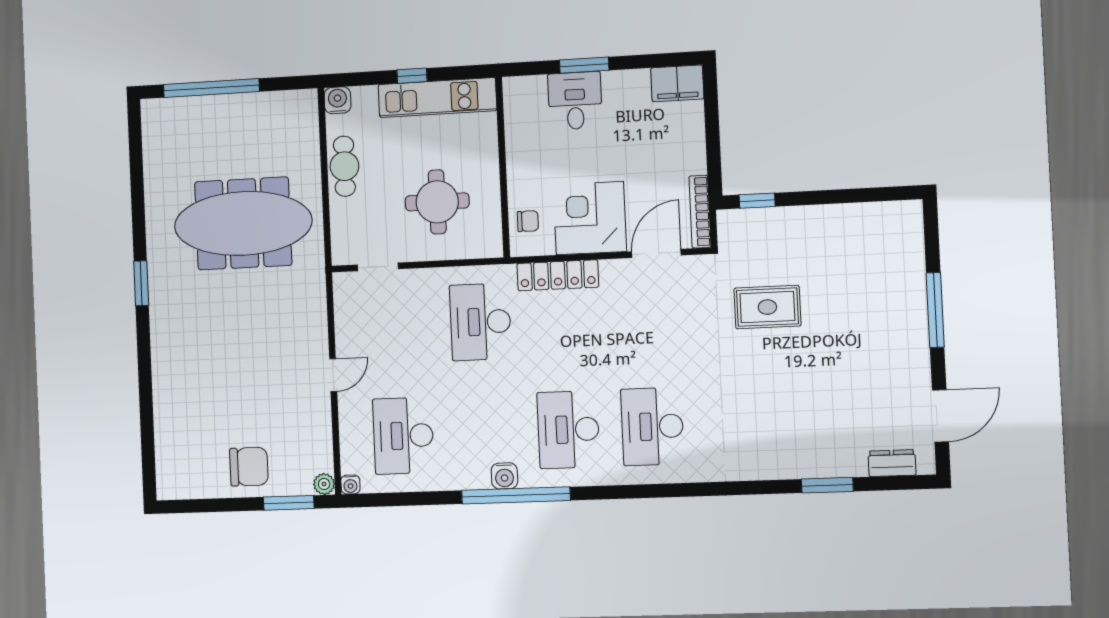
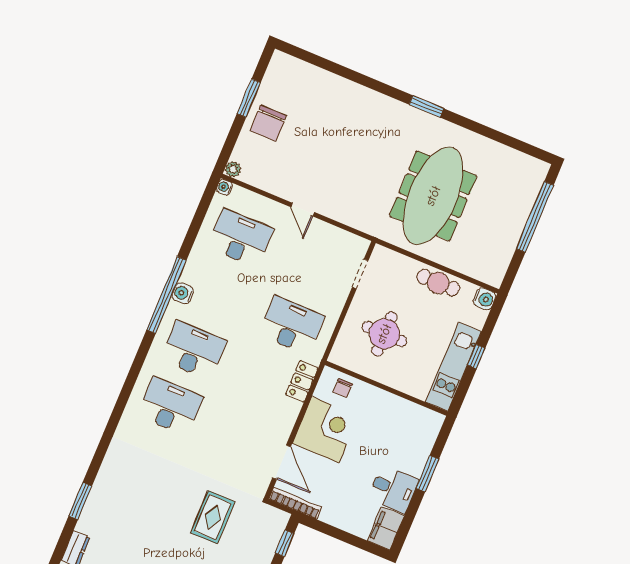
desk: (575, 101) -> (393, 489), moved
locker: (558, 275) -> (302, 381), width x0.66
window: (289, 503) -> (249, 98), moved

